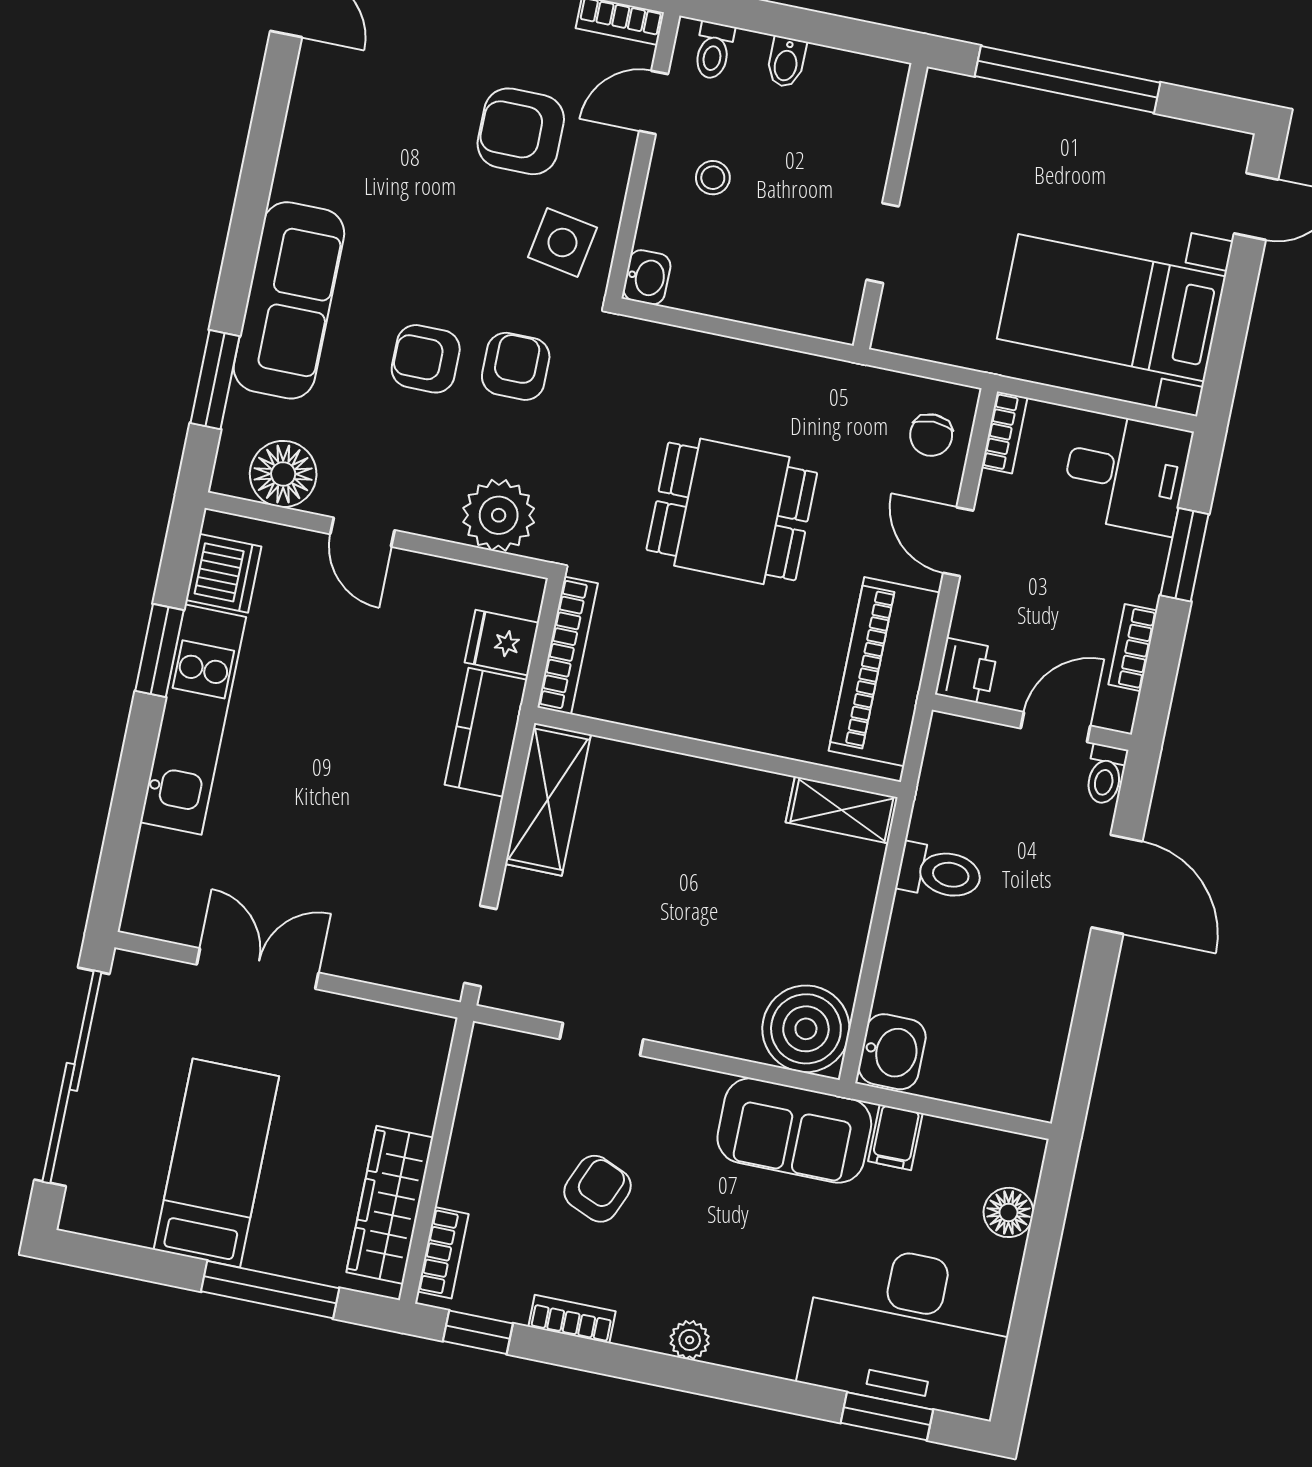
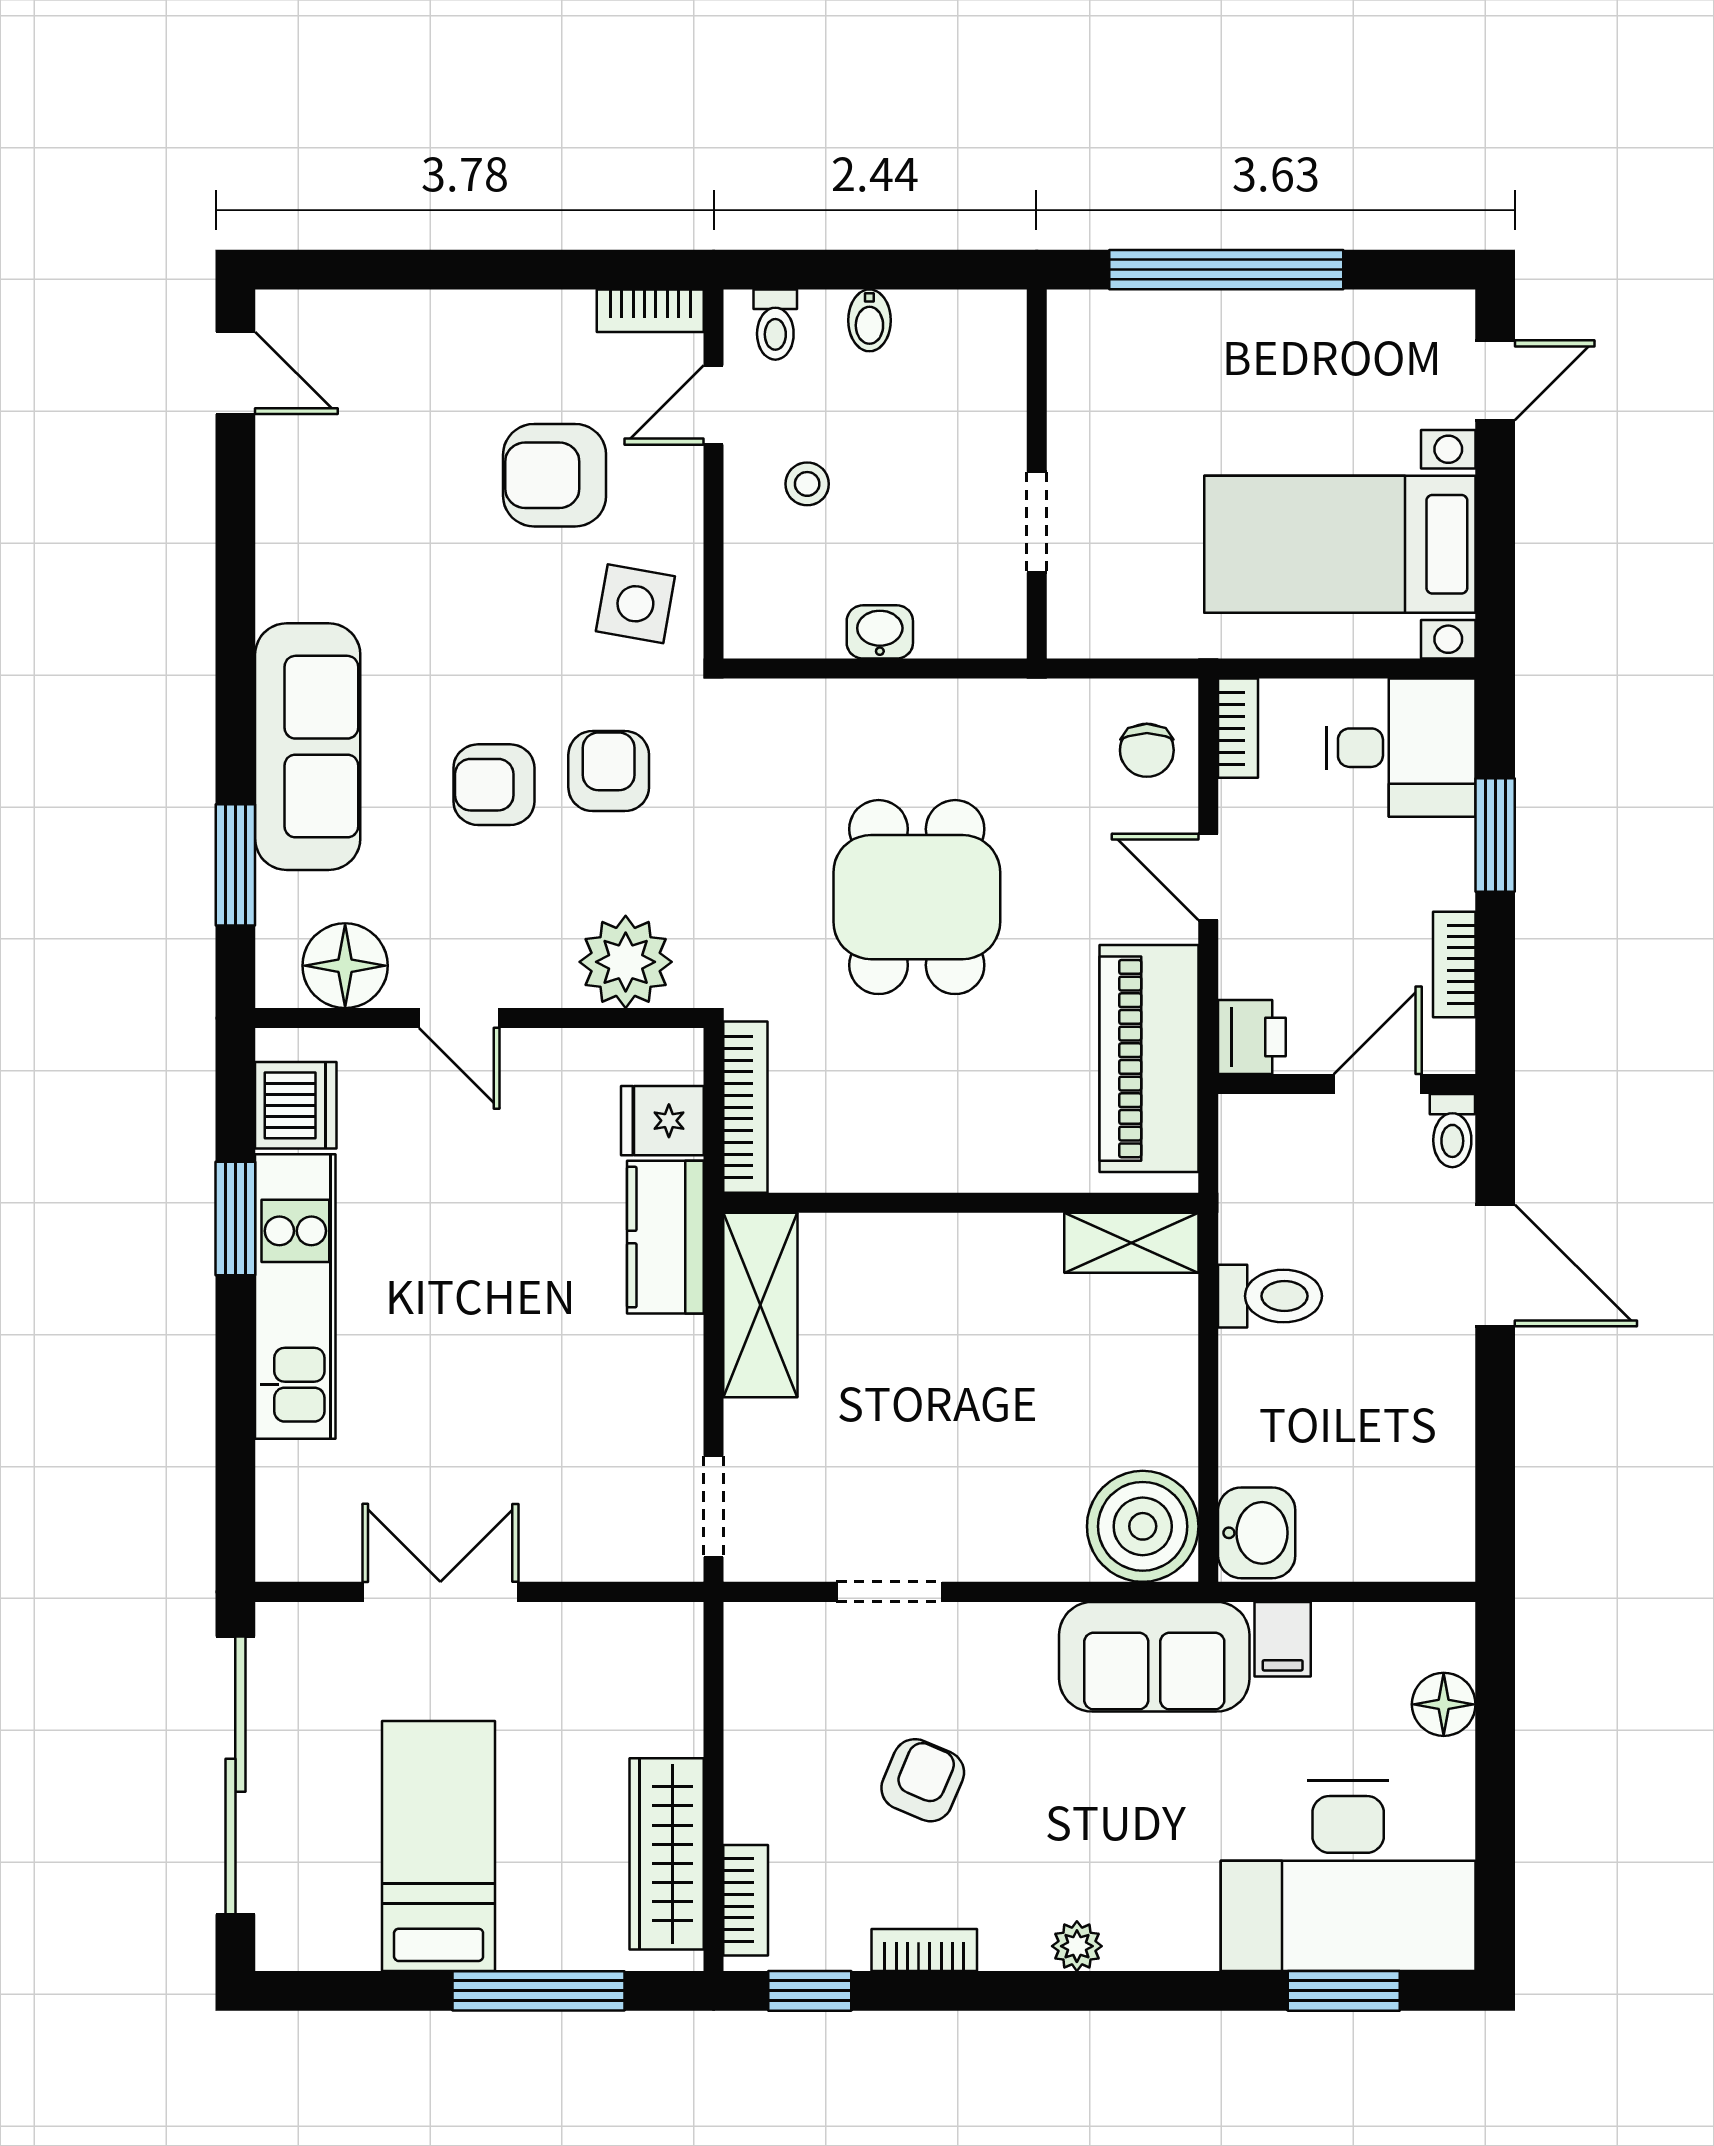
washbasin: (647, 277) -> (880, 632), moved, turned -90
dining table: (732, 511) -> (917, 897), turned 90

